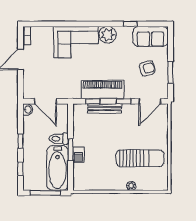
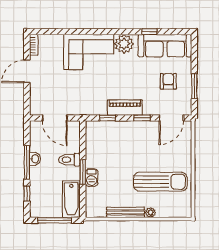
sofa: (151, 36) -> (165, 46), width x1.36
armchair: (147, 68) -> (168, 81), turned -75
piano: (103, 90) -> (125, 108), width x0.73, depth x0.75
bench: (105, 108) -> (125, 212), moved
washbasin: (28, 110) -> (35, 159), moved
window: (20, 141) -> (27, 162), width x2.17
bathtub: (57, 168) -> (71, 199), width x0.73, depth x0.73

